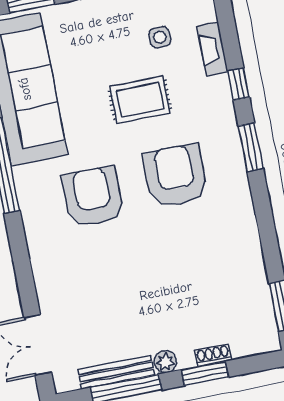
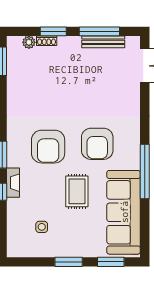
fireplace: (213, 49) -> (13, 183), moved
rug: (140, 100) -> (77, 191), moved, turned 90
plant: (165, 362) -> (29, 42), moved

